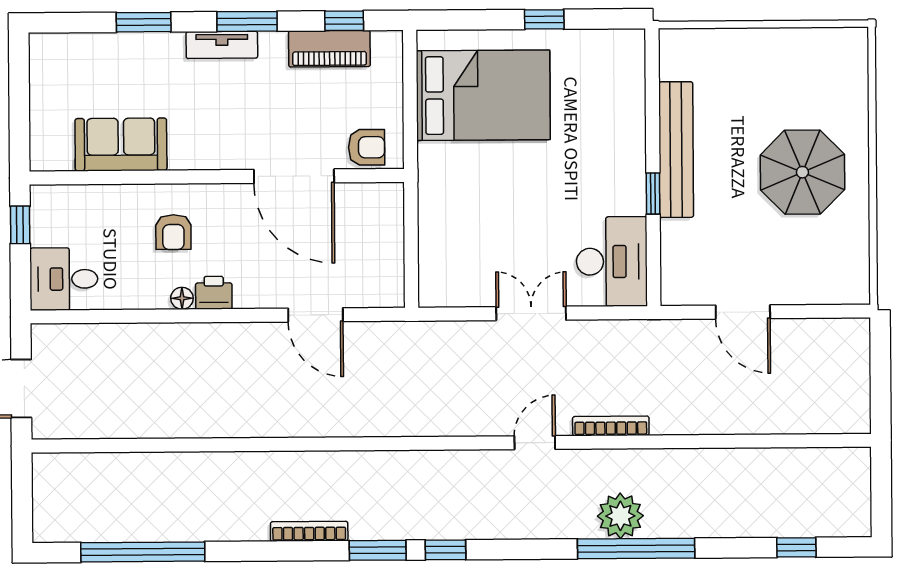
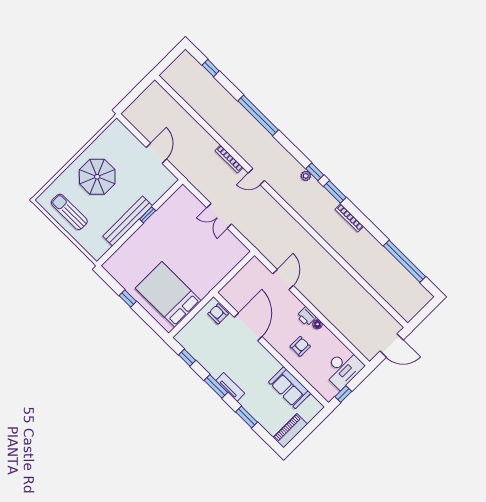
piano: (329, 49) -> (290, 431), moved, turned -90
sun lounger: (790, 66) -> (69, 212), added
desk: (612, 262) -> (180, 207), removed
desk: (64, 279) -> (343, 369), width x1.37
plant: (620, 516) -> (306, 176), moved, width x0.53, depth x0.53

